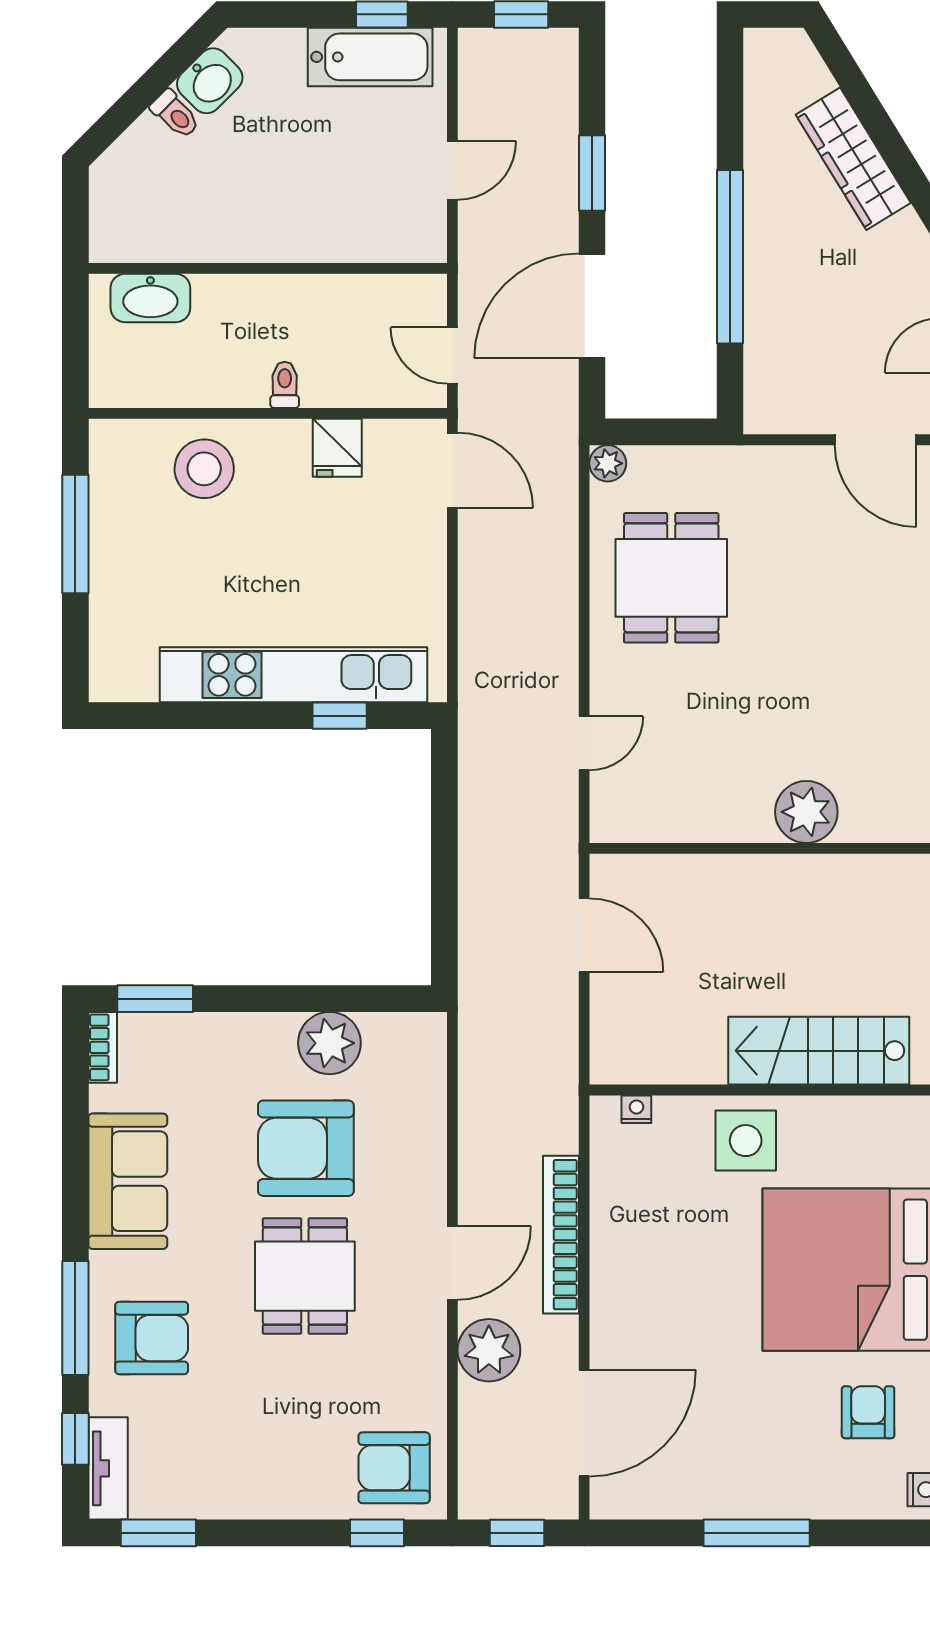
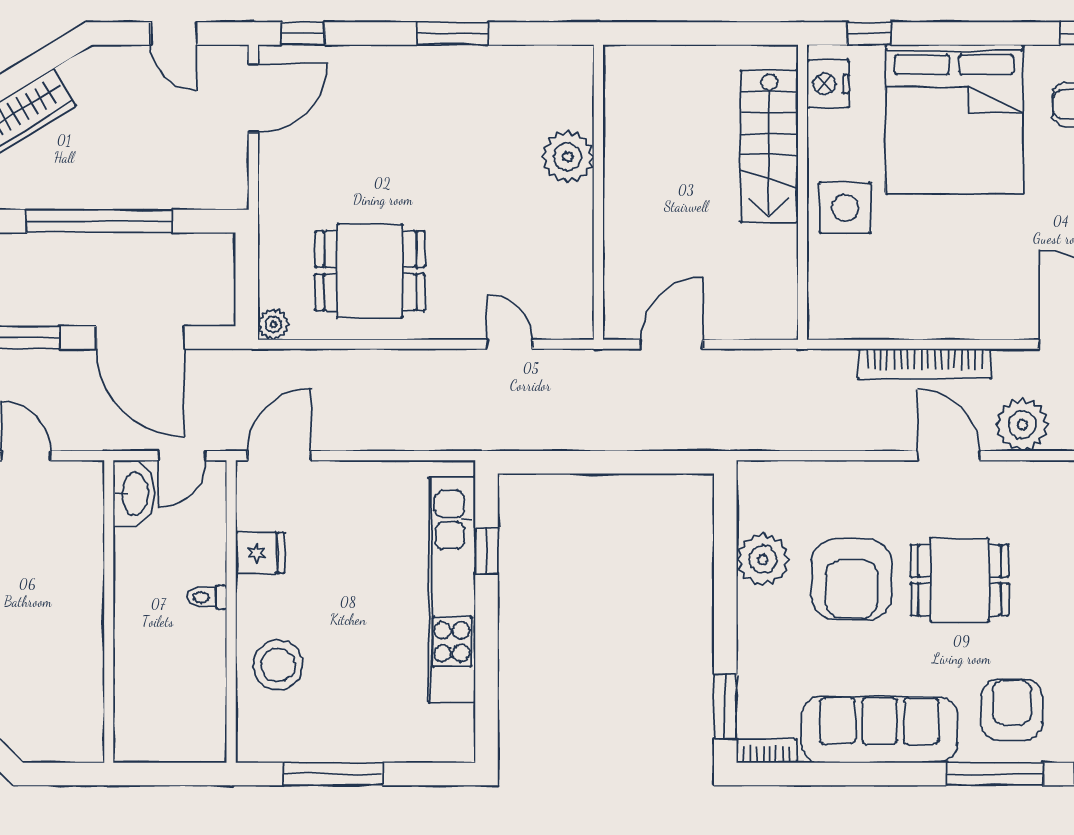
washbasin: (150, 298) -> (134, 494), moved
nightstand: (636, 1109) -> (828, 84), moved, width x1.89, depth x1.79
sofa: (128, 1181) -> (879, 730), width x1.36

